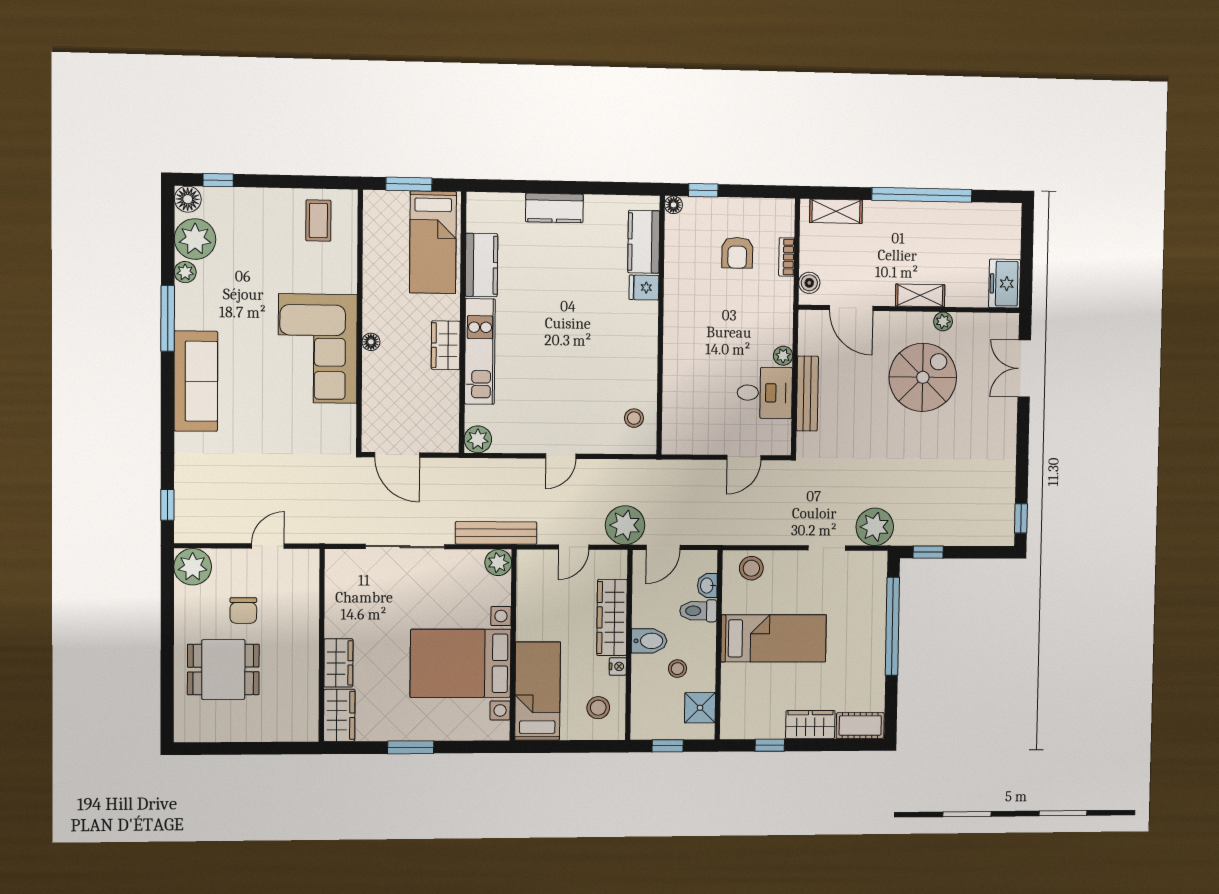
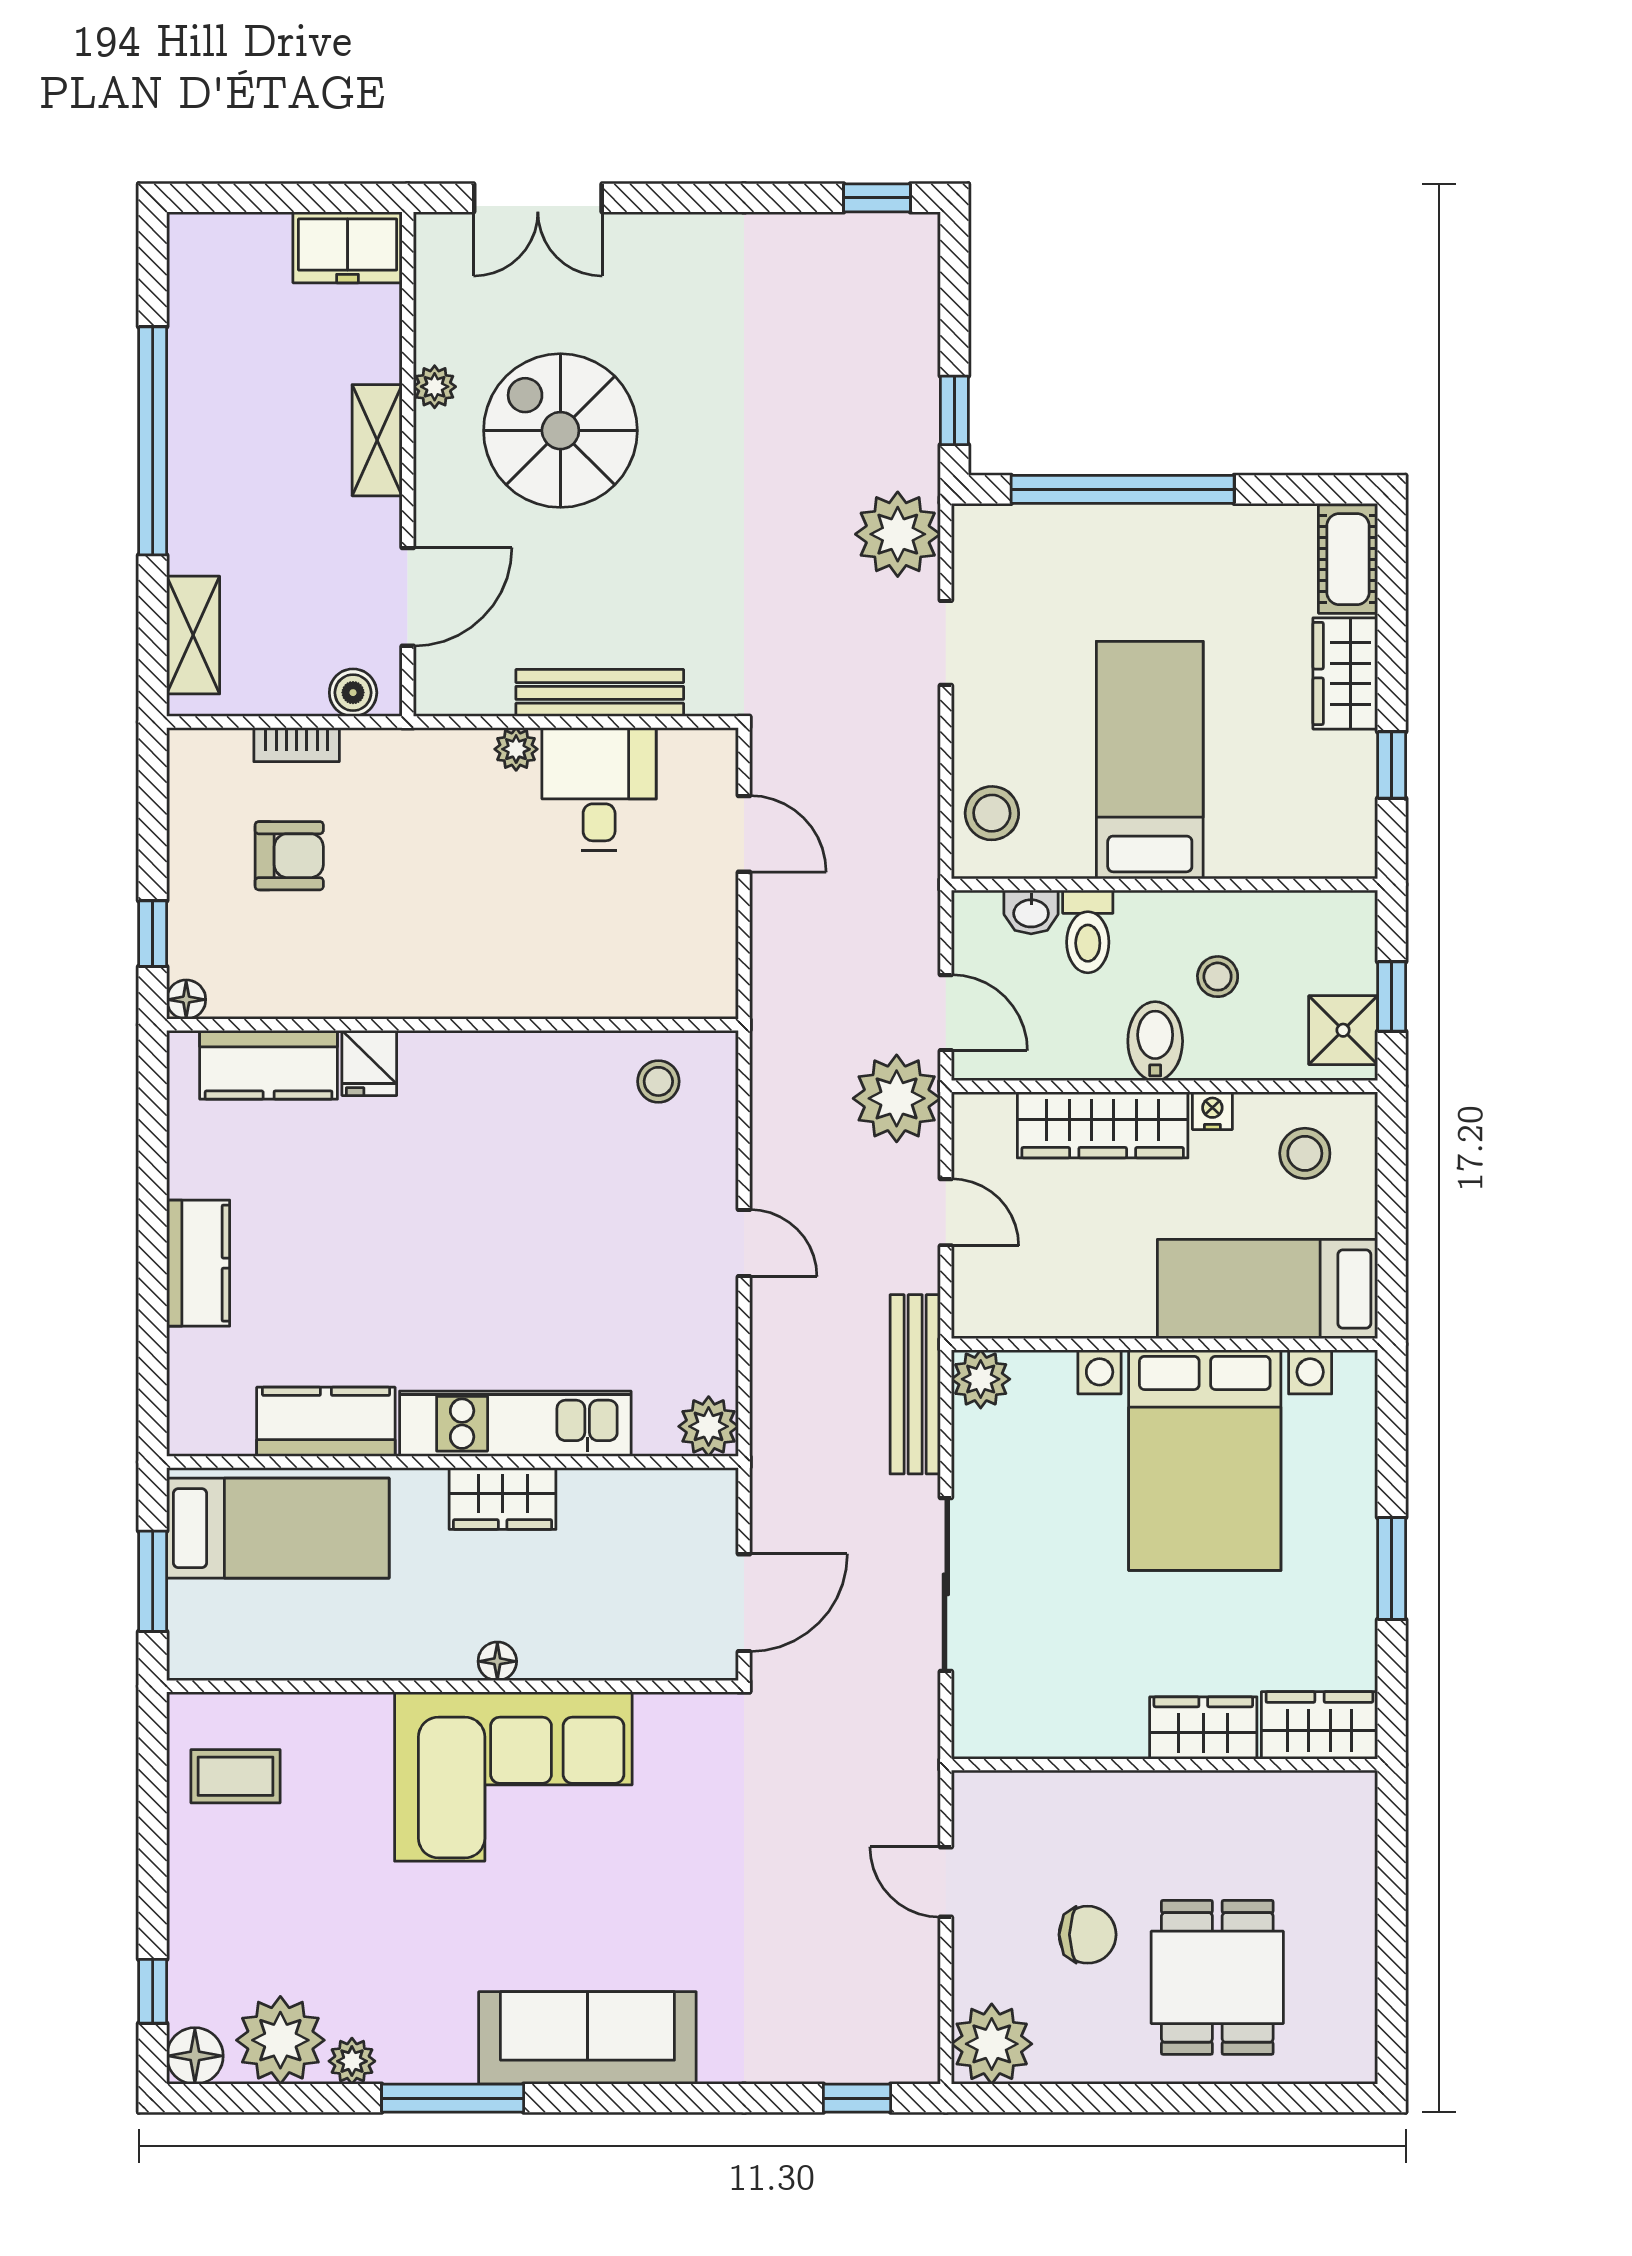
shower: (700, 708) -> (1343, 1030), moved

